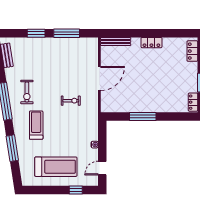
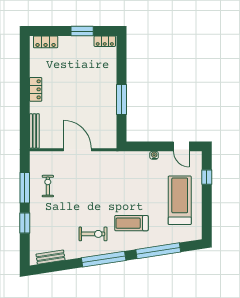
exercise bike: (71, 101) -> (48, 186), moved
window: (12, 148) -> (158, 251), width x1.46

